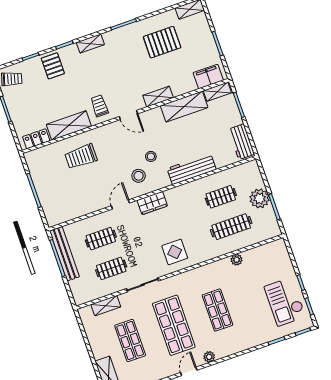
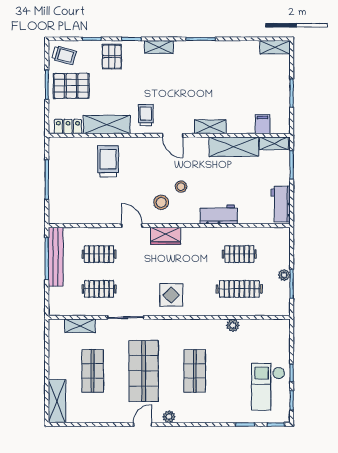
pallet: (162, 42) -> (71, 86), moved
filing cabinet: (208, 77) -> (263, 124), width x0.50
trolley: (81, 156) -> (108, 161), turned 90
workbench: (191, 169) -> (219, 214), width x0.73
plant: (259, 198) -> (284, 275), width x0.53, depth x0.53
door: (120, 204) -> (132, 226), hinge flipped

